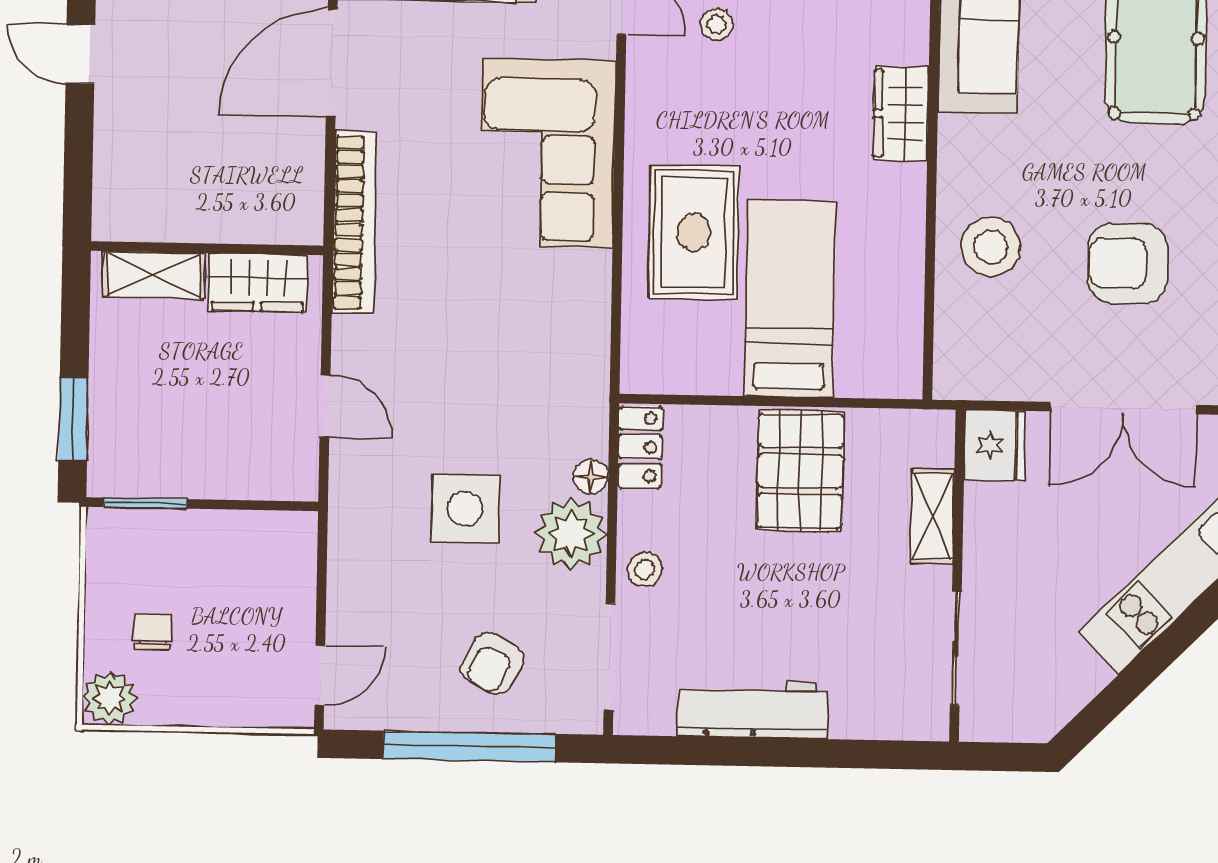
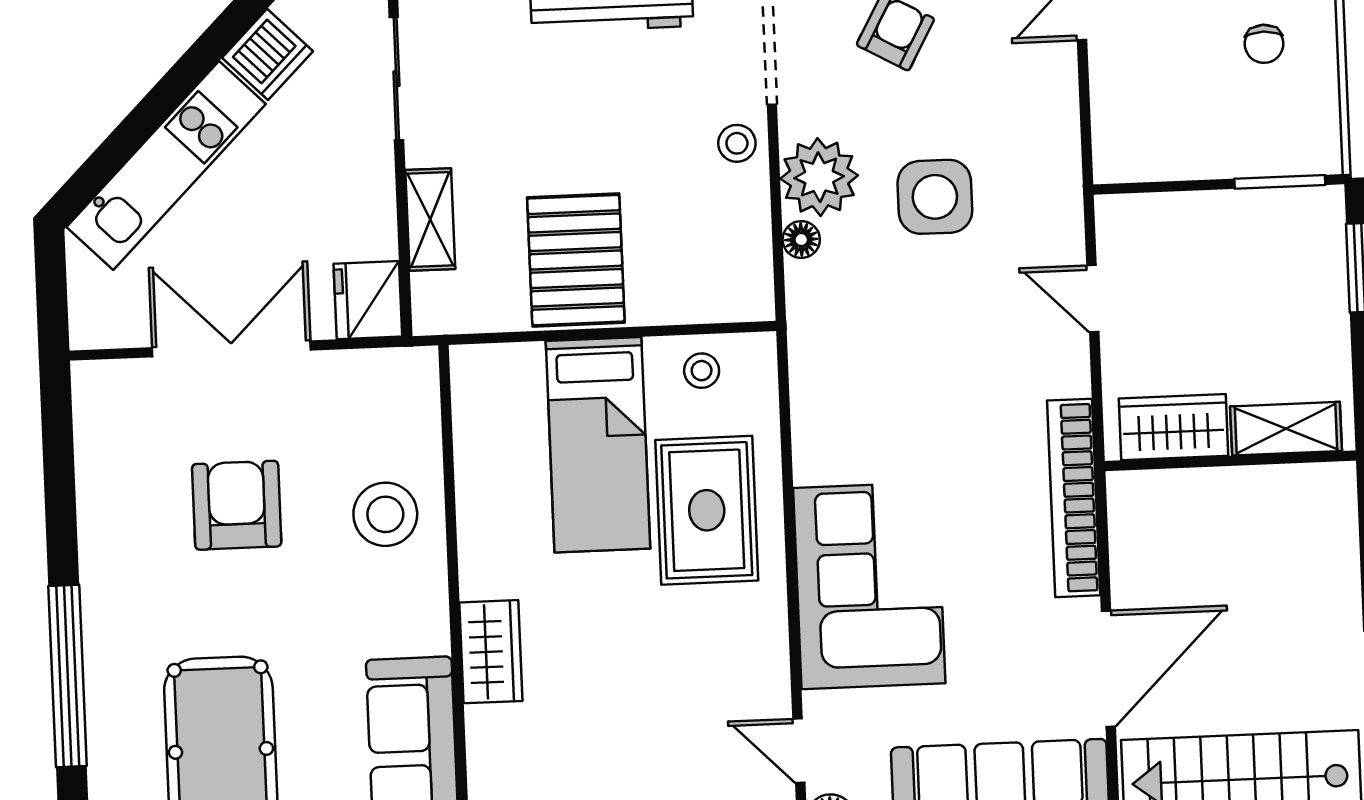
stool: (717, 25) -> (702, 371), moved
armchair: (1127, 263) -> (237, 505), turned -90
locker: (640, 447) -> (750, 275), removed
dishwasher: (1074, 678) -> (267, 54), added

